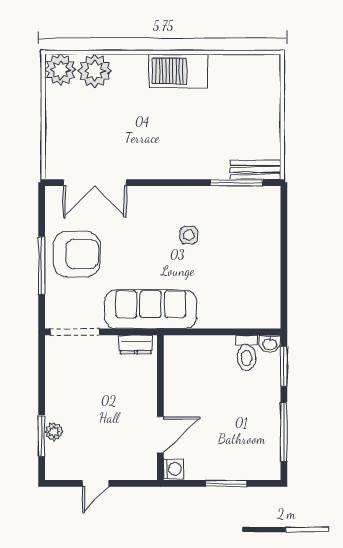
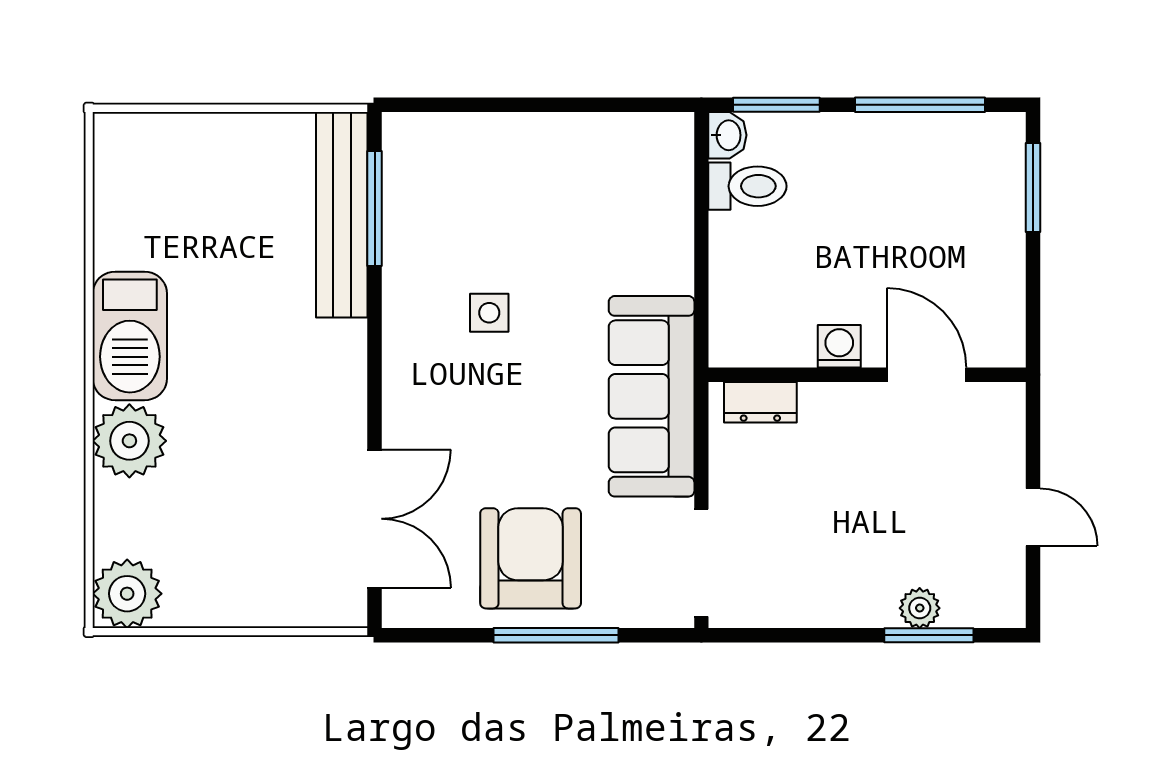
plant: (95, 71) -> (129, 441), moved
bench: (255, 170) -> (342, 215), width x1.86, depth x1.21
dresser: (136, 345) -> (760, 402), moved, turned 90
washing machine: (173, 469) -> (839, 346), moved
window: (226, 483) -> (1033, 188), moved

